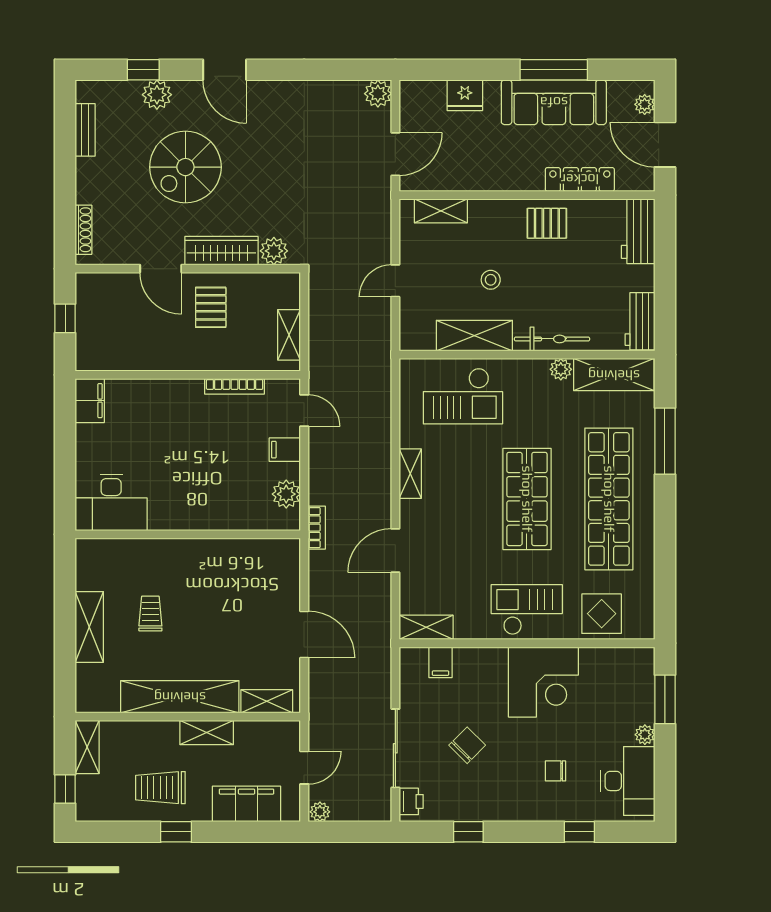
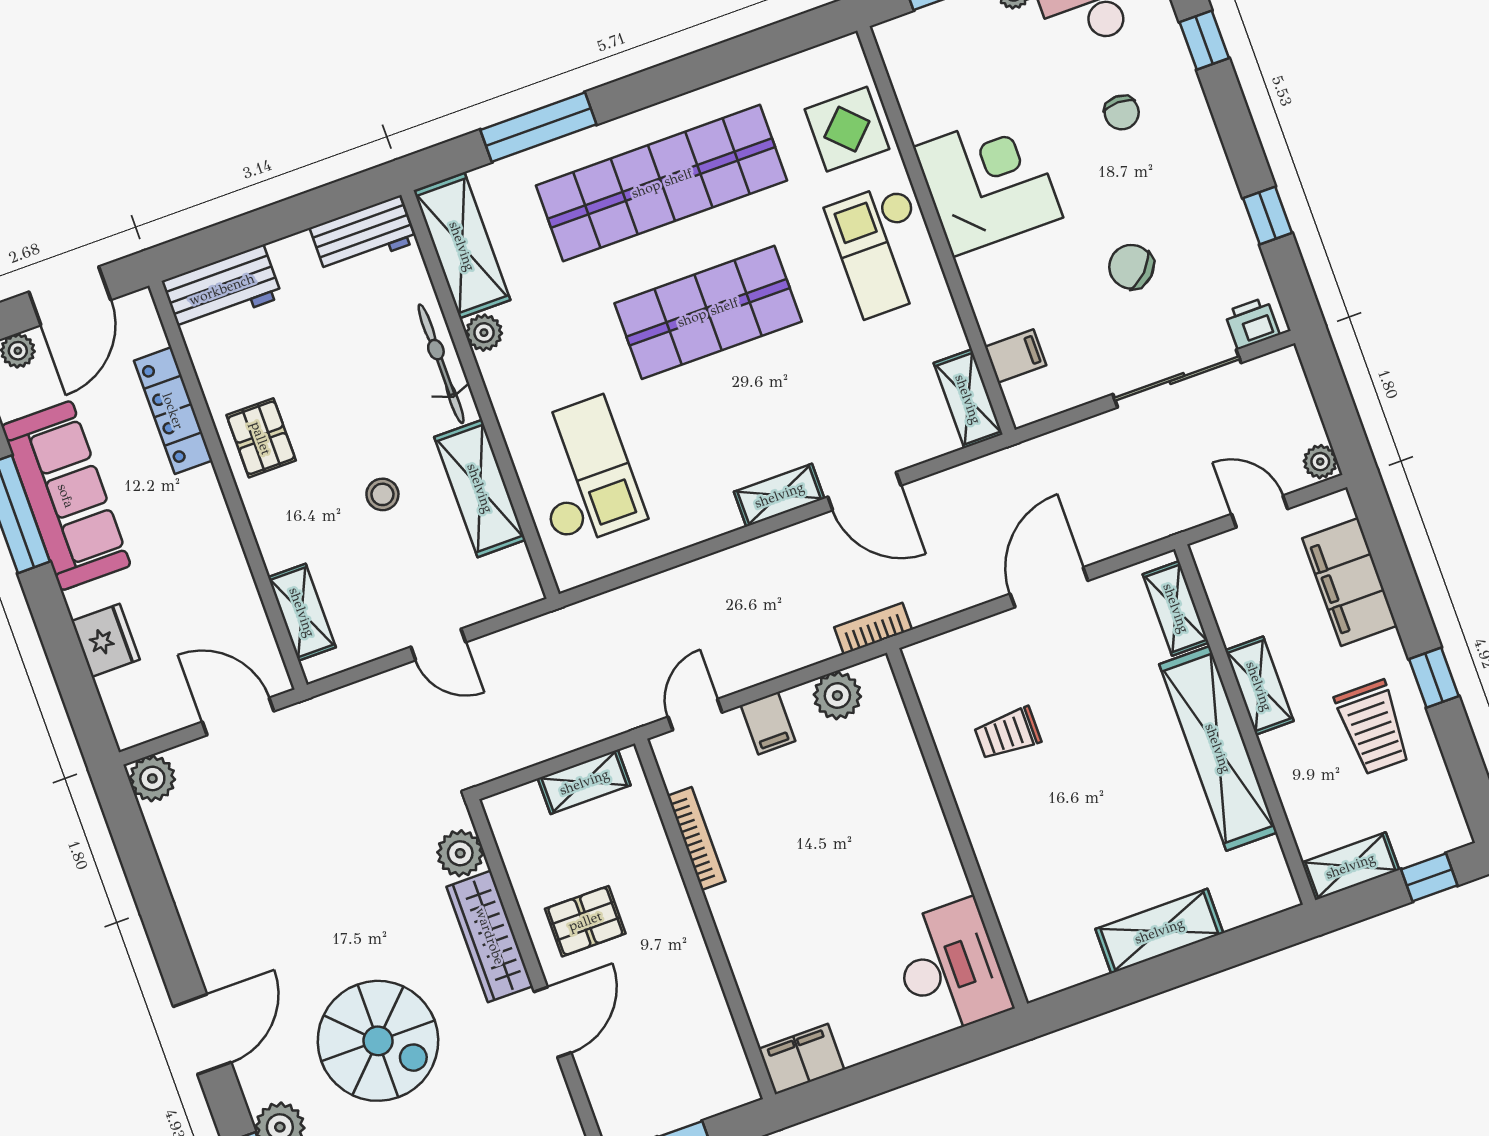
shelving: (410, 474) -> (779, 495), moved
trolley: (150, 613) -> (1008, 733), moved

